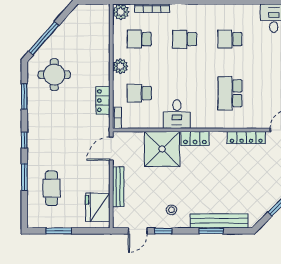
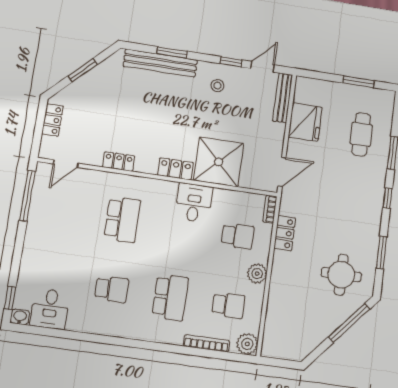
school desk: (185, 39) -> (170, 297), width x1.85
locker: (246, 138) -> (119, 162), width x0.66
bench: (118, 187) -> (283, 98), moved
fridge: (98, 207) -> (305, 122), moved

